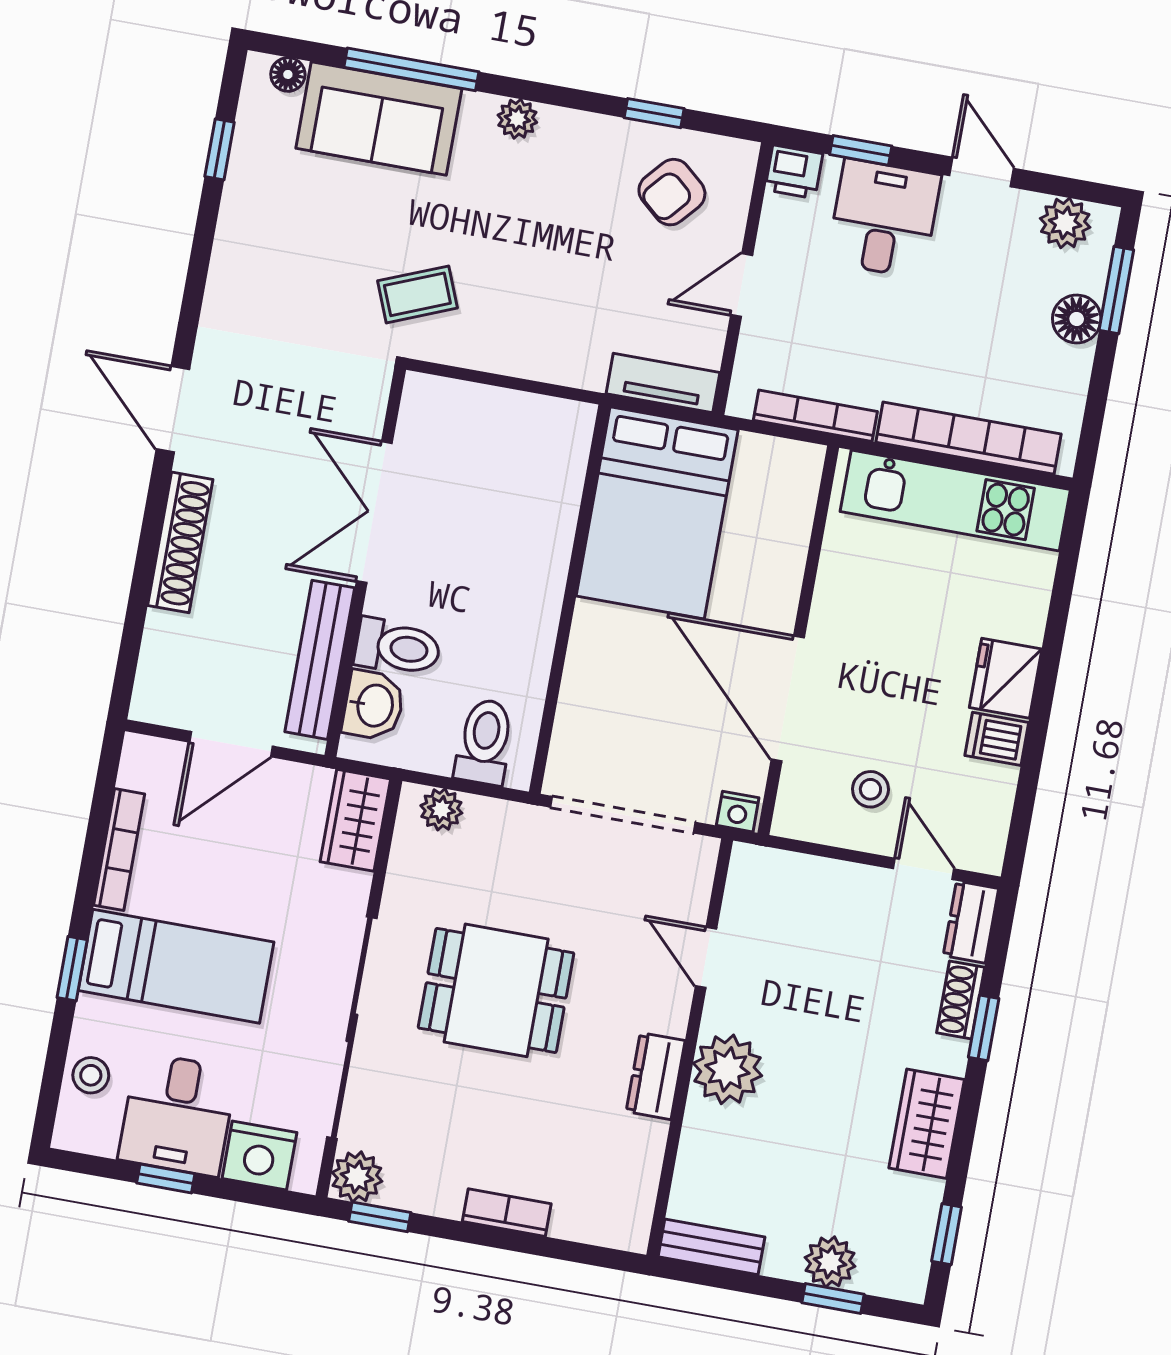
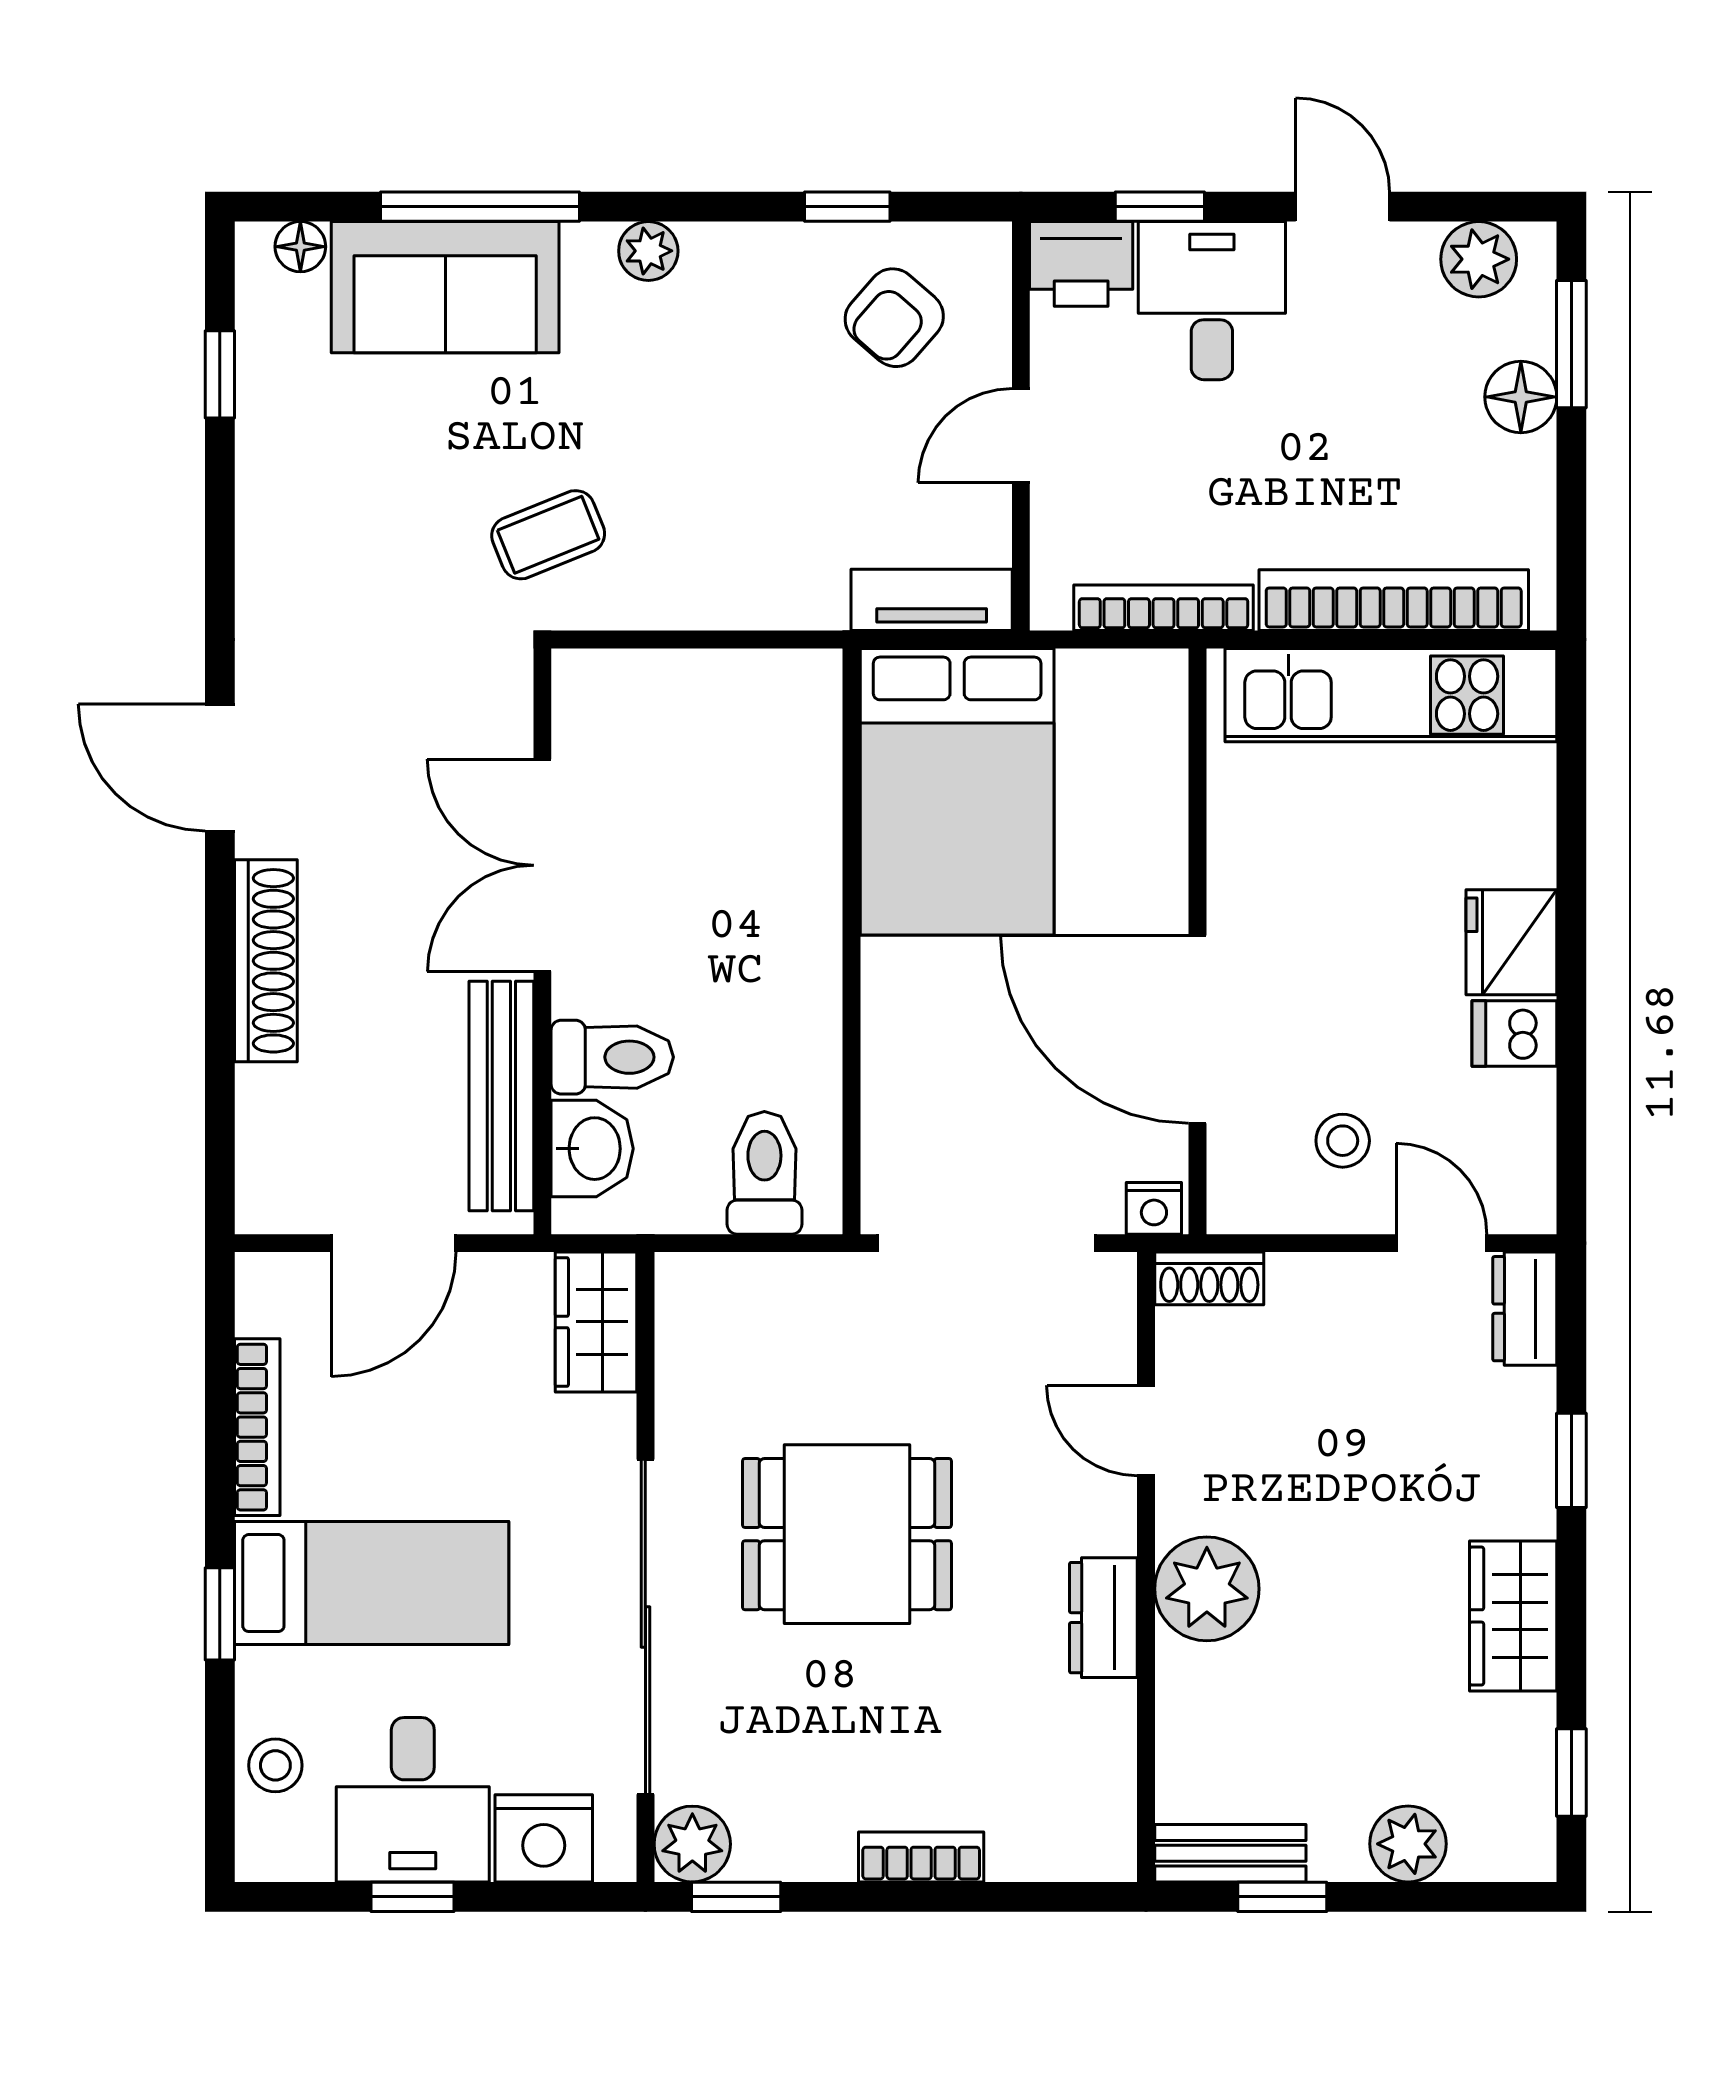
printer: (794, 172) -> (1081, 264), width x1.36, depth x1.24
plant: (441, 809) -> (719, 1283), removed
shoe rack: (961, 1000) -> (1209, 1278), moved, turned -90
window: (833, 1299) -> (1282, 1897), moved

